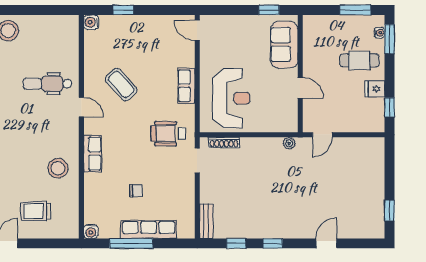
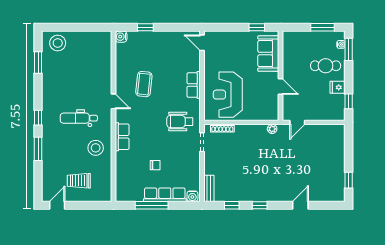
dental chair: (47, 84) -> (79, 118), moved
coffee table: (121, 85) -> (144, 84), turned 48
reception desk: (231, 98) -> (228, 95), turned 180
water cooler: (91, 231) -> (192, 196), moved

